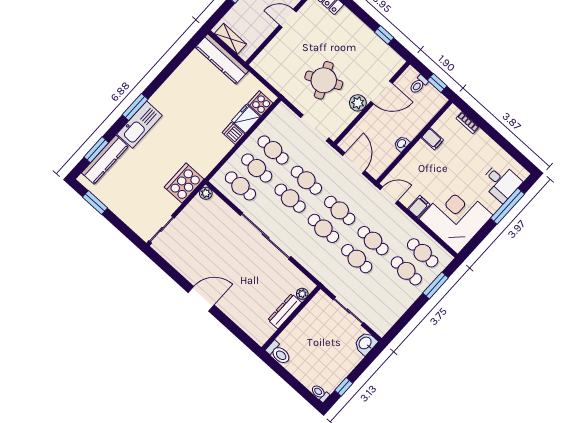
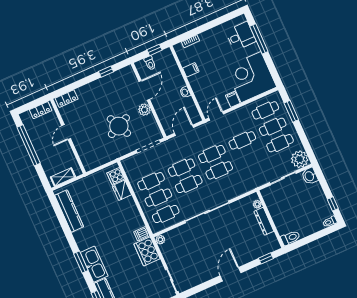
kitchen counter: (222, 59) -> (69, 211), moved, turned -90
dishwasher: (233, 133) -> (142, 234), moved
door: (354, 163) -> (184, 130), hinge flipped
cafe table: (357, 259) -> (280, 143), moved
plant: (381, 322) -> (300, 159), added
window: (240, 334) -> (266, 258), added

